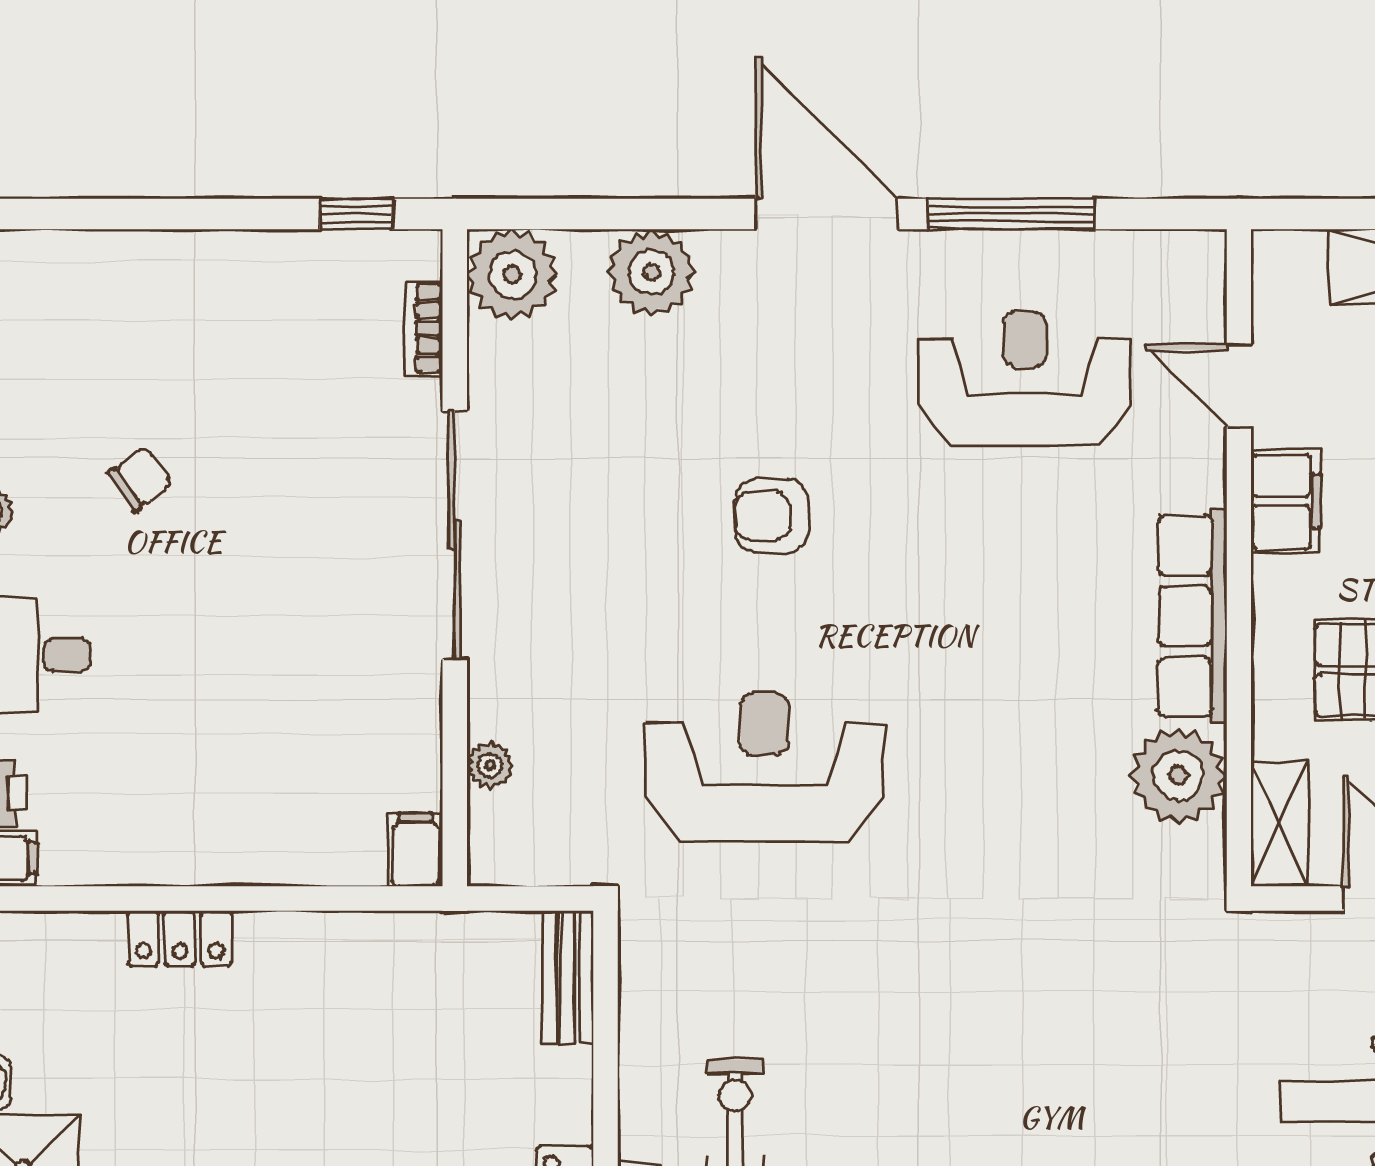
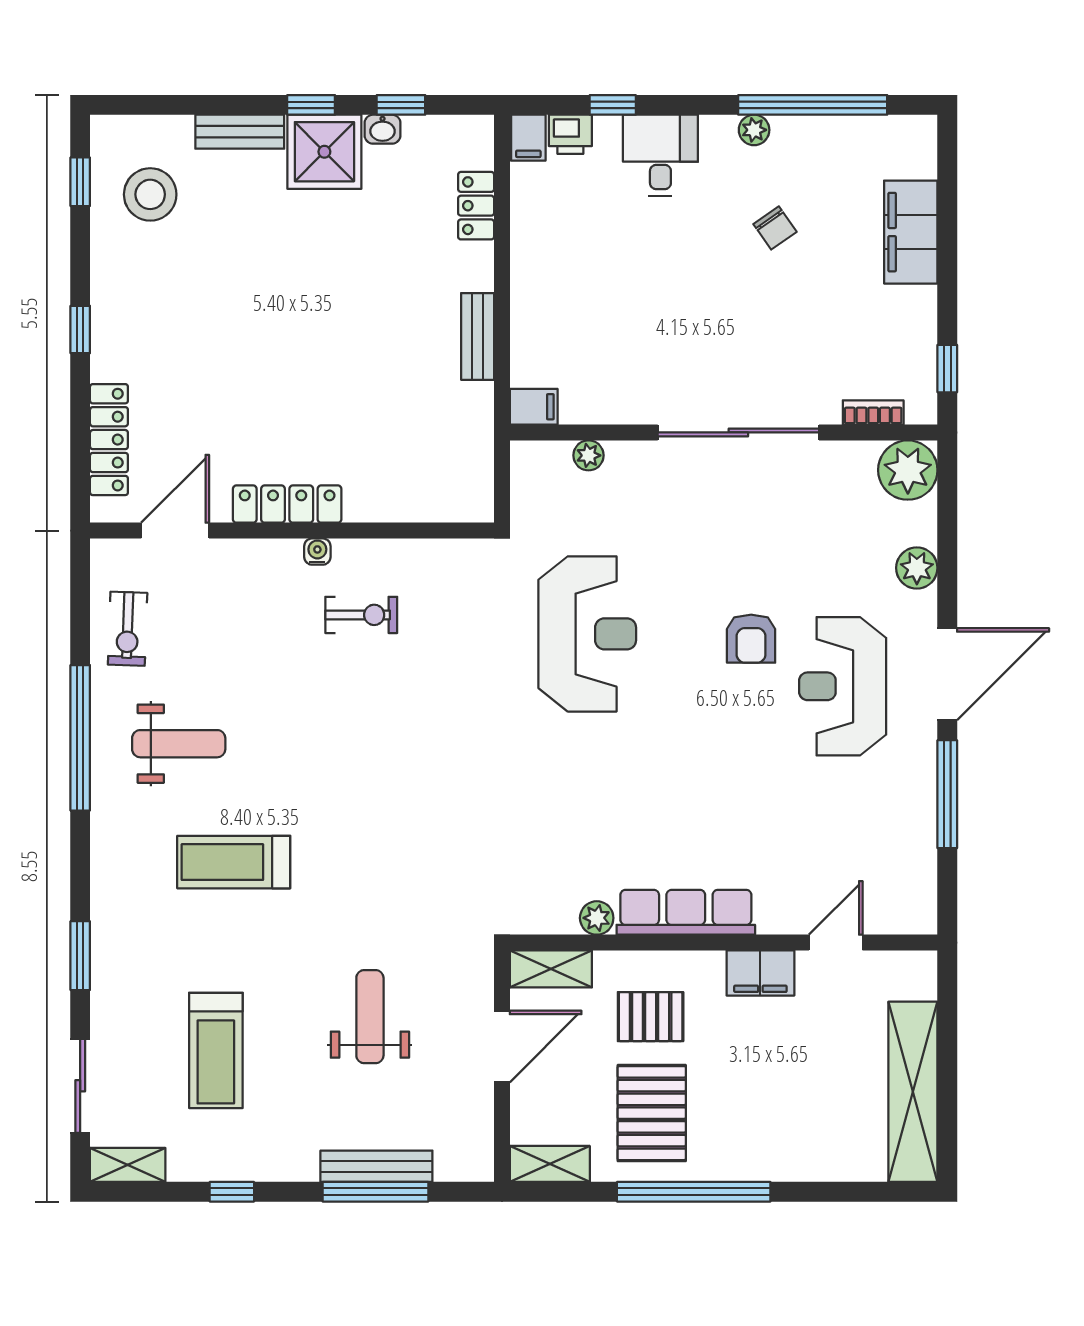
filing cabinet: (147, 270) -> (911, 232), added
plant: (651, 272) -> (917, 568), width x0.73, depth x0.73
reception desk: (1025, 378) -> (843, 686), moved, turned 180
armchair: (772, 516) -> (751, 639), turned 180
plant: (1179, 775) -> (597, 918), width x0.53, depth x0.53
locker: (180, 938) -> (476, 206), moved
bench: (568, 977) -> (478, 336), moved, turned 90

